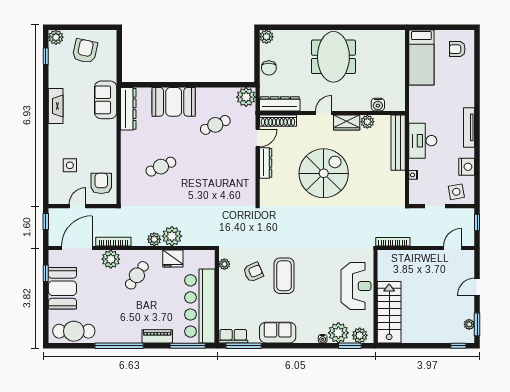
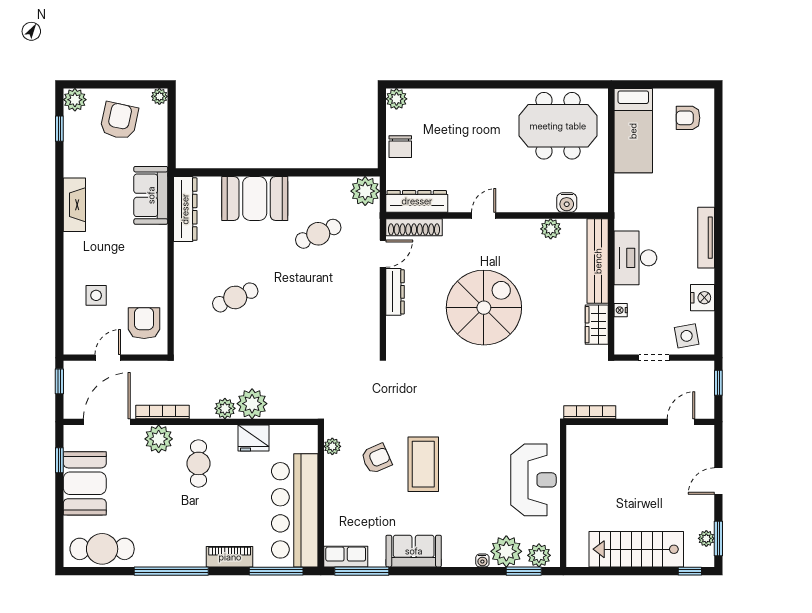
plant: (111, 35) -> (159, 96), added
meeting table: (333, 57) -> (558, 126), moved, turned 90
wardrobe: (347, 122) -> (597, 325), moved, turned 90
cafe table: (137, 275) -> (198, 463), turned -35
stairs: (389, 312) -> (636, 549), moved, turned -90

